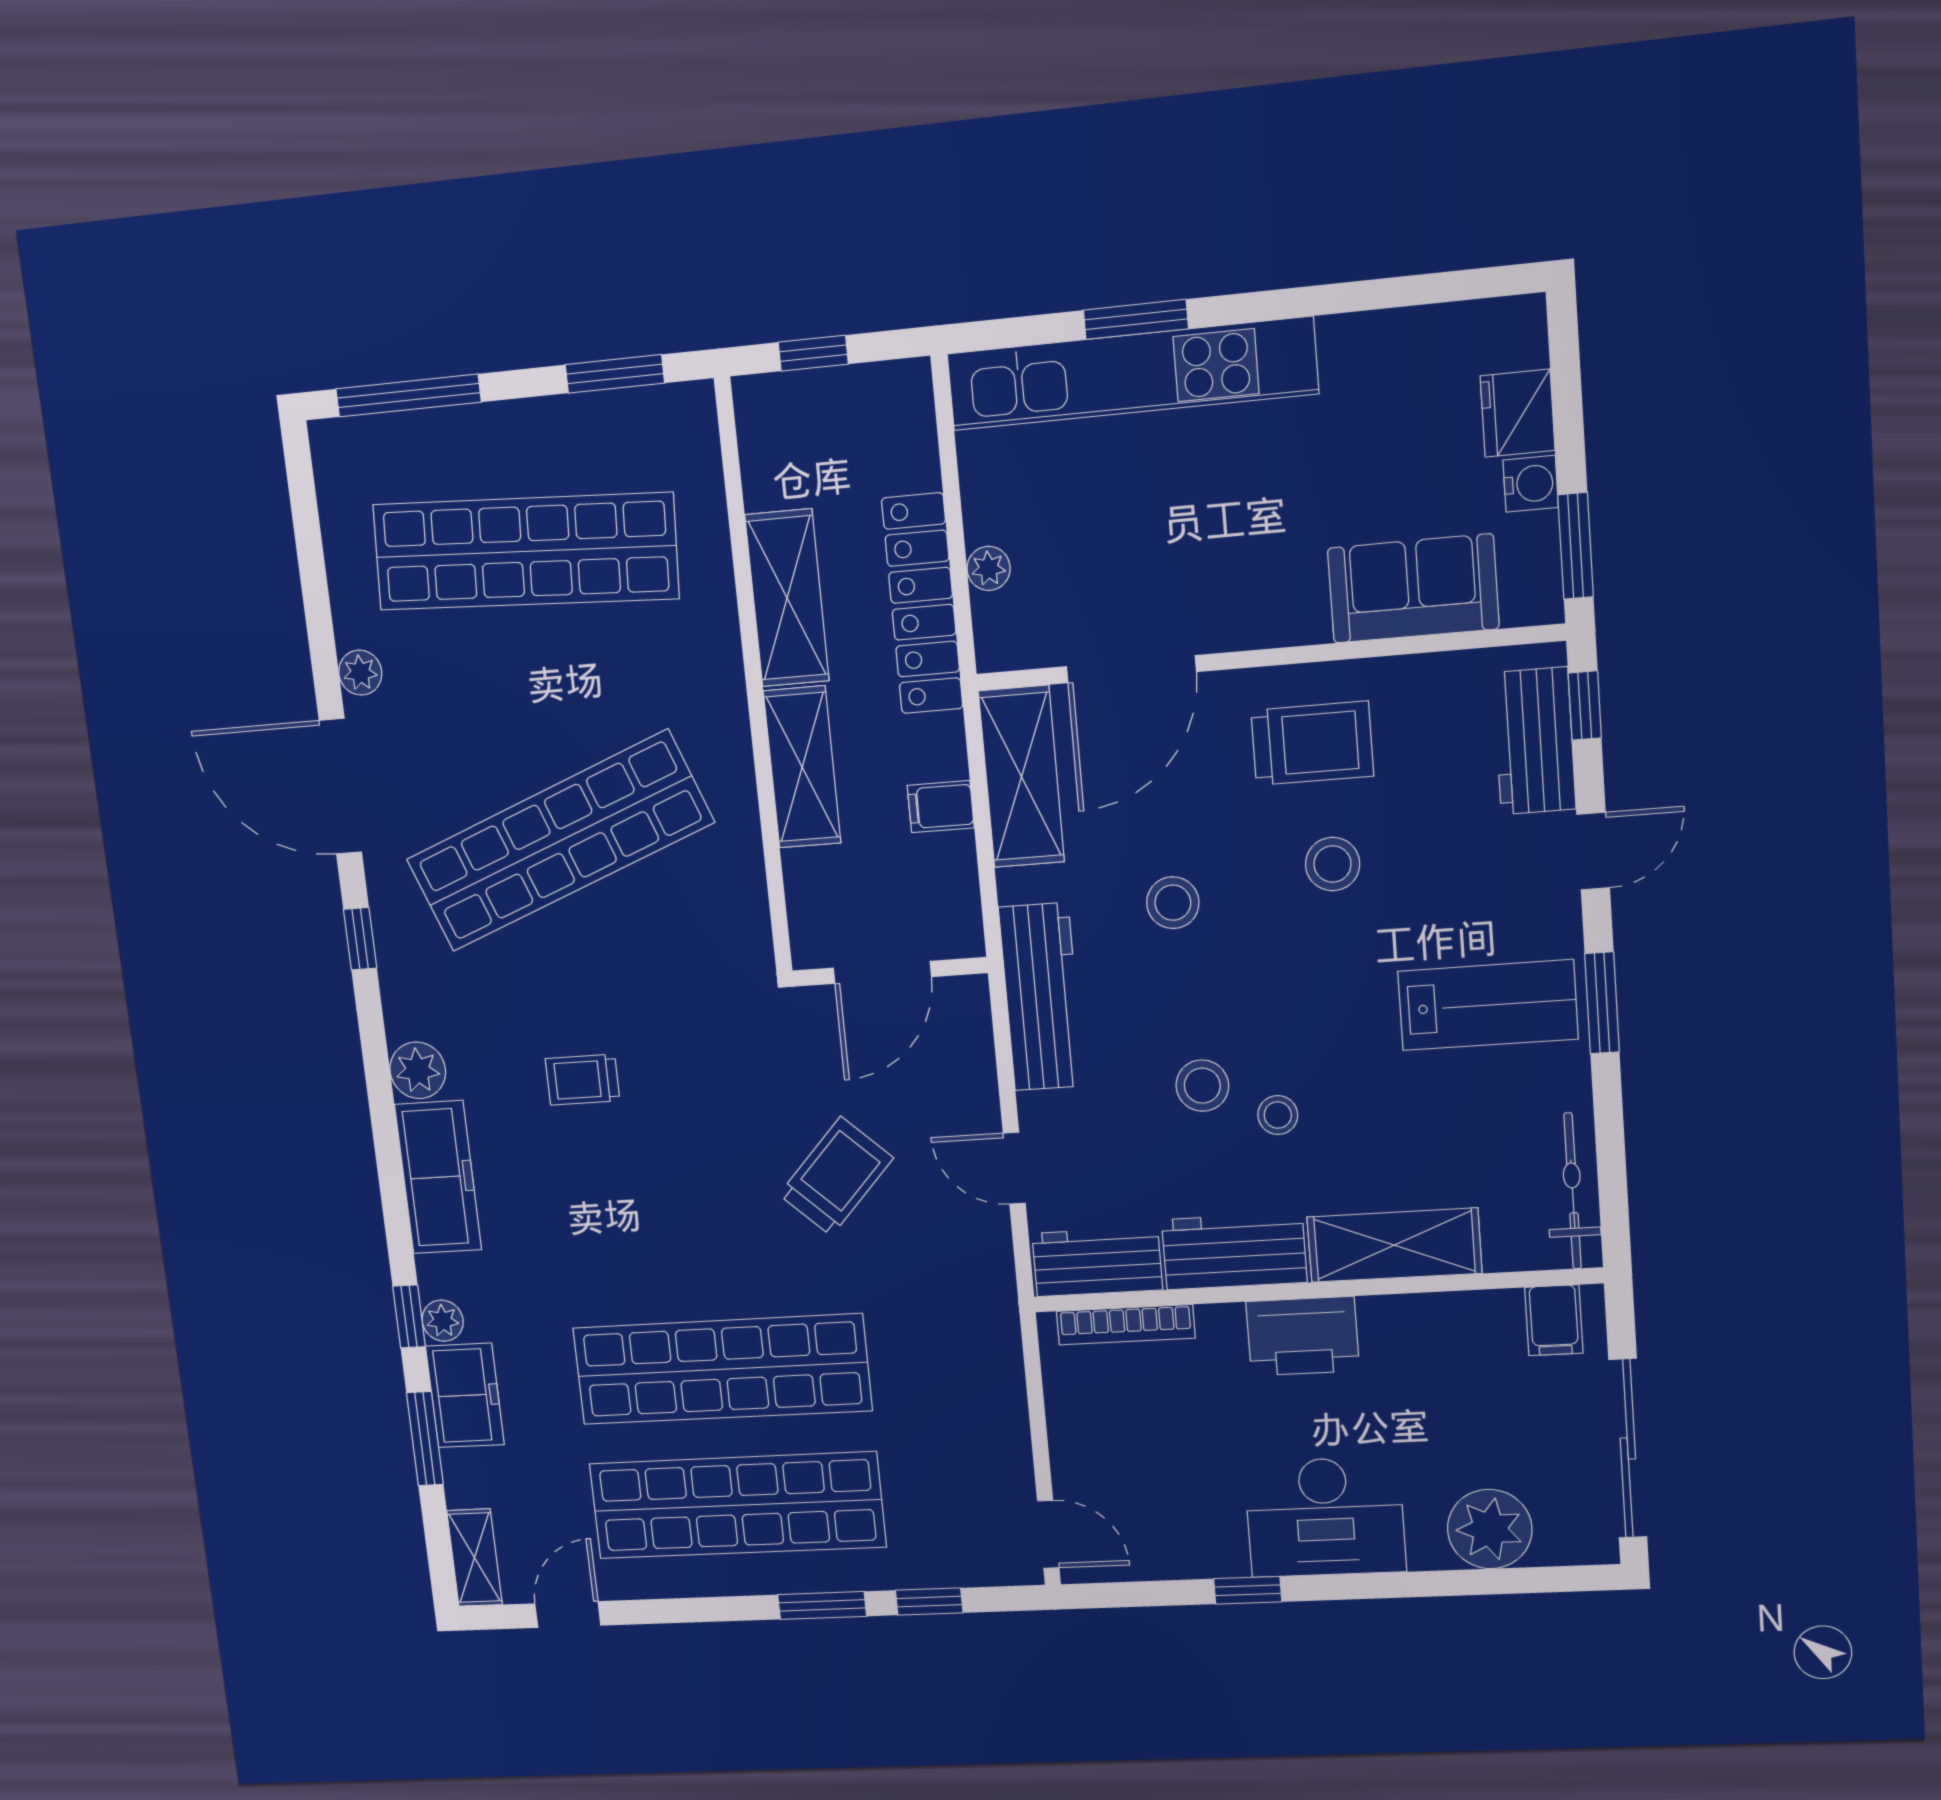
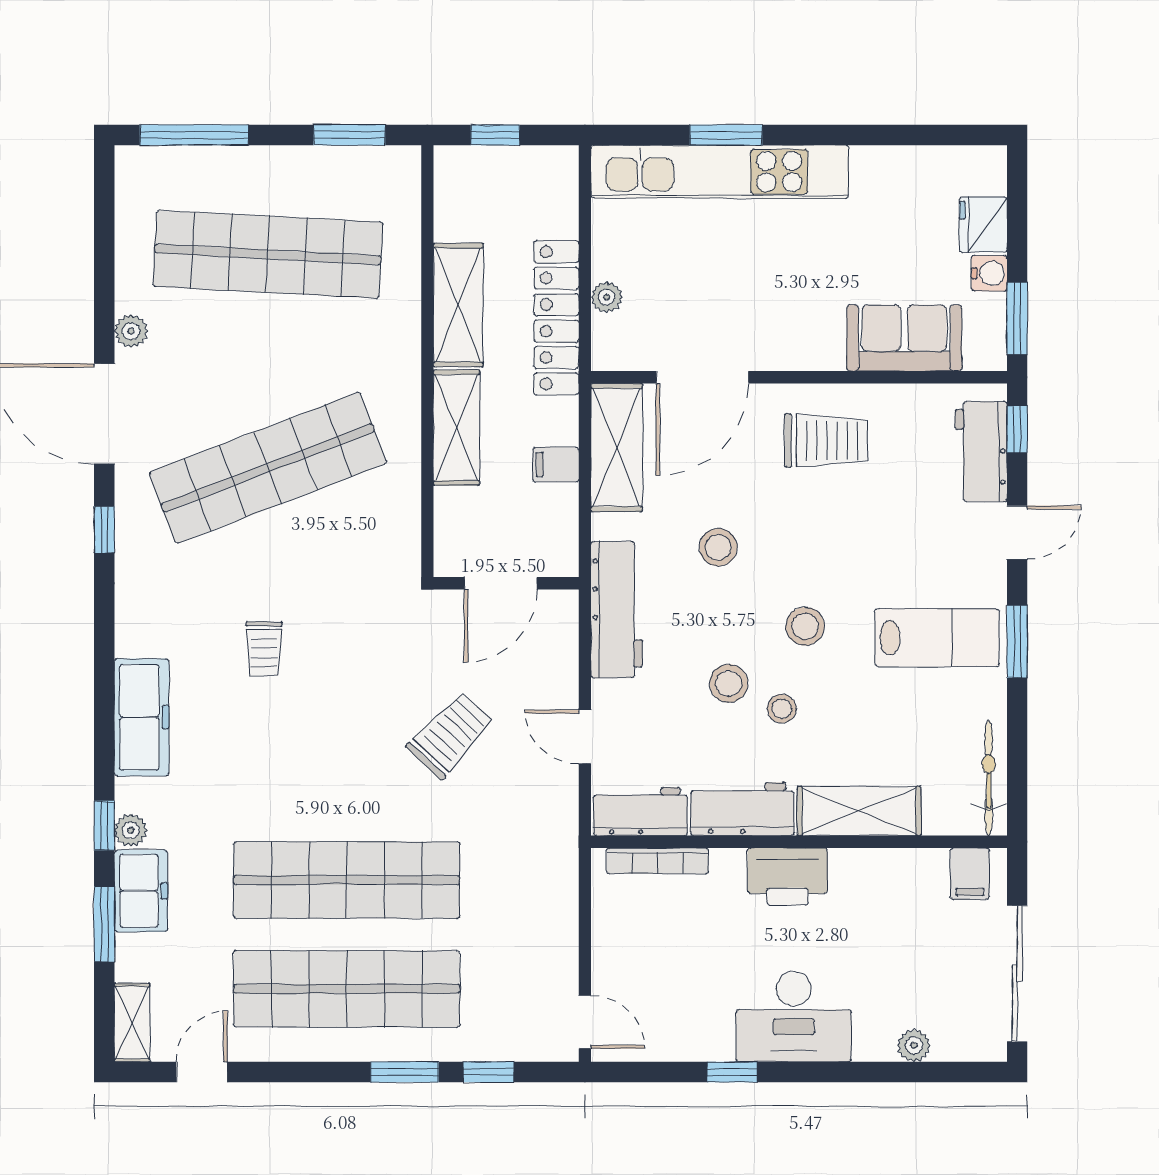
stool: (1333, 864) -> (805, 626), moved
plant: (418, 1070) -> (136, 633), removed
trolley: (582, 1080) -> (264, 649), turned -90
plant: (1490, 1529) -> (914, 1045), width x0.53, depth x0.53

